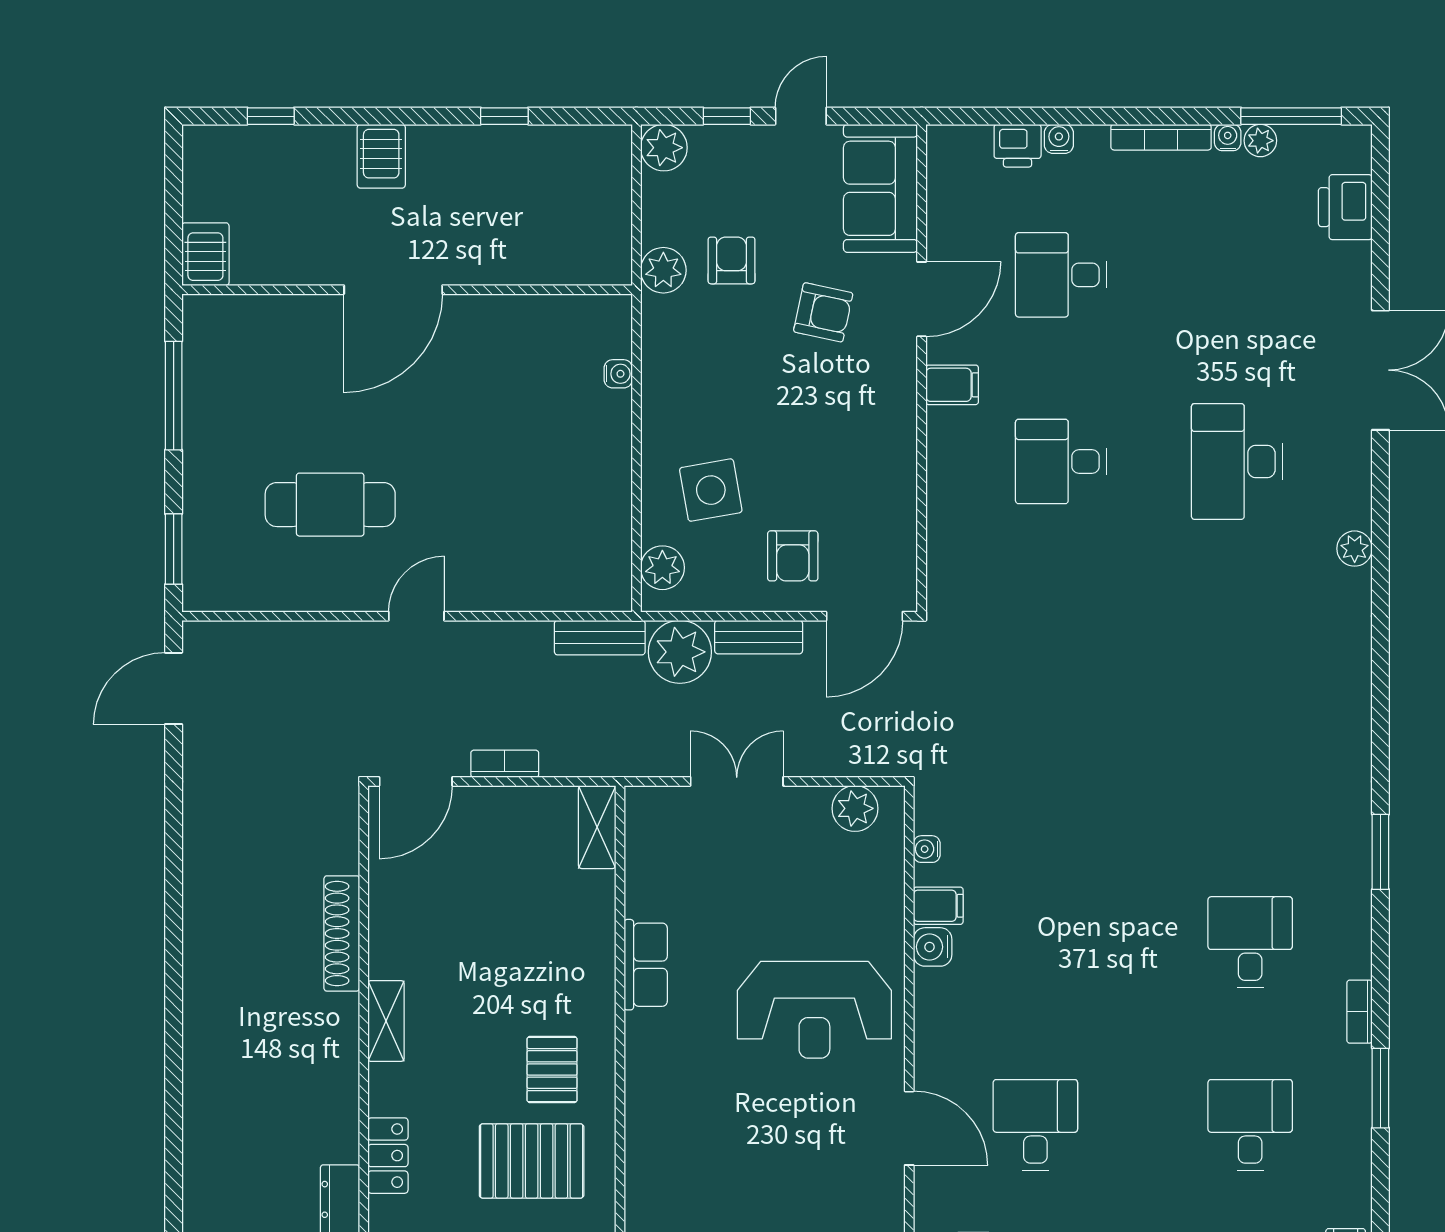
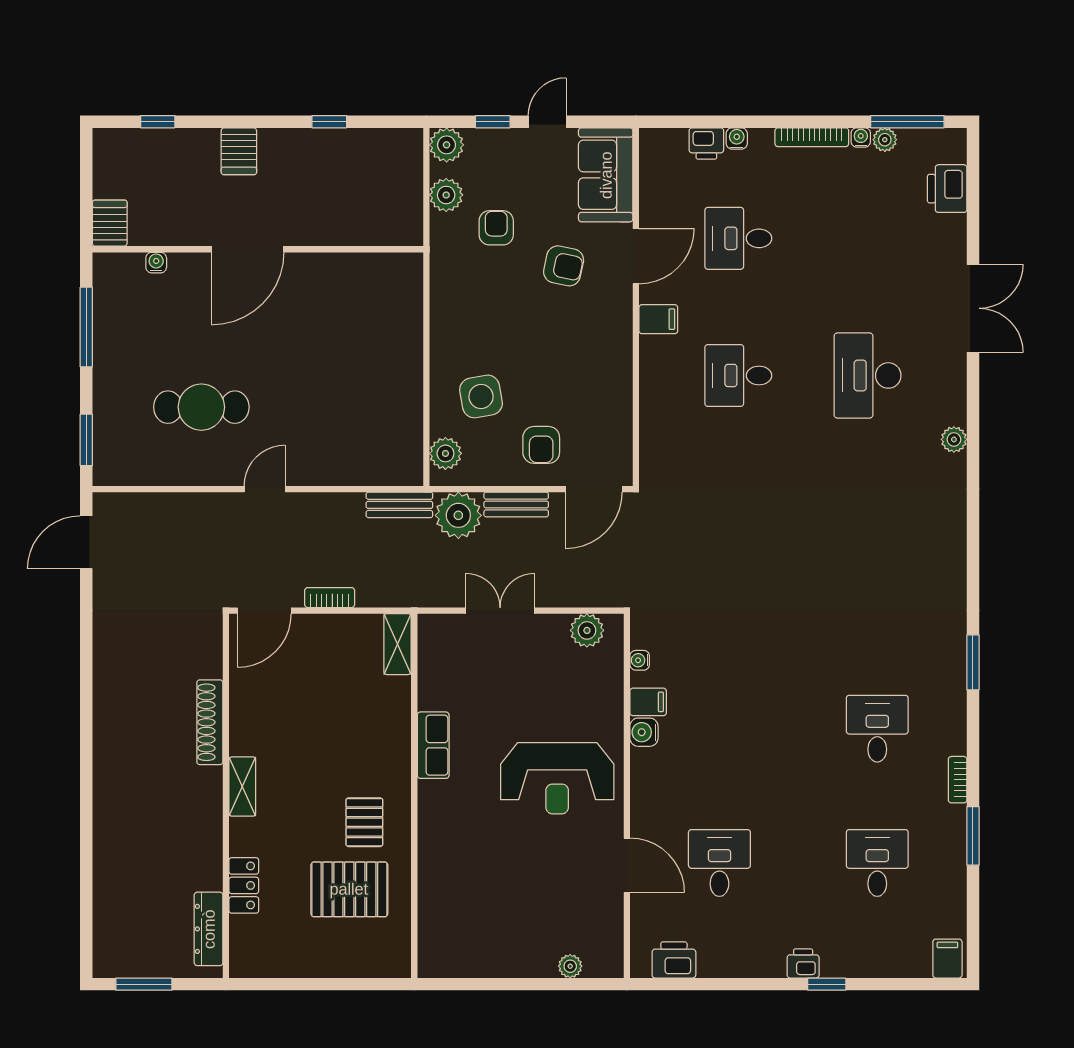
plant: (663, 270) -> (446, 195), moved
water cooler: (618, 374) -> (156, 263), moved, turned -90

